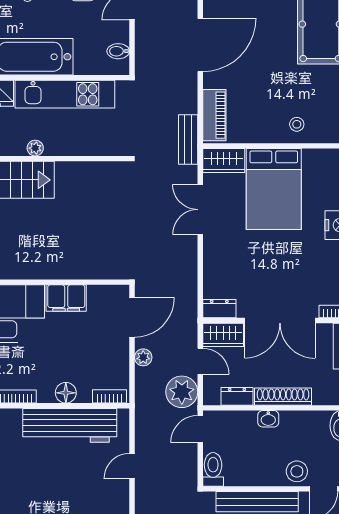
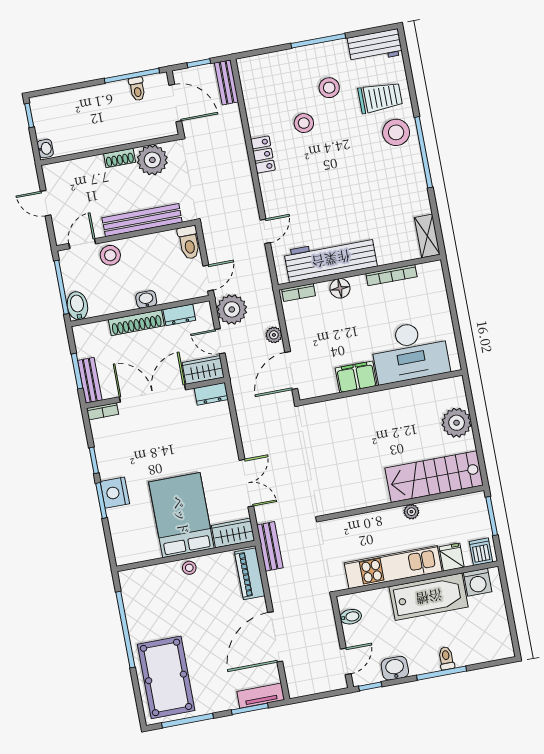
stool: (297, 124) -> (189, 568), moved

